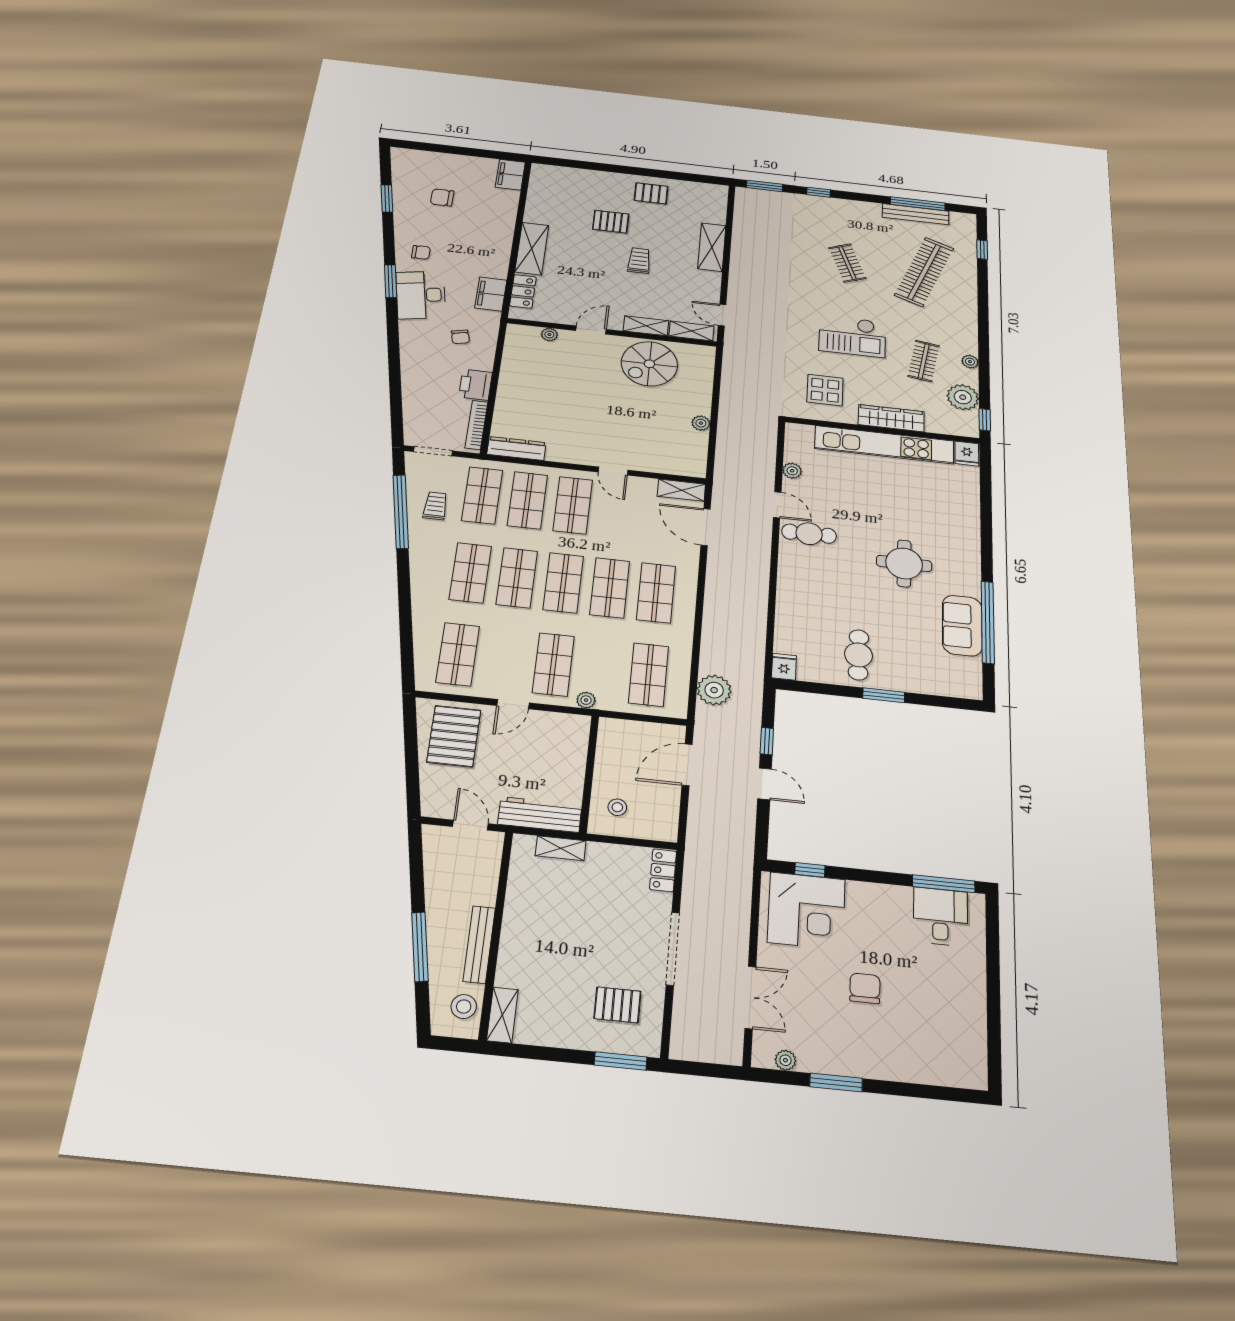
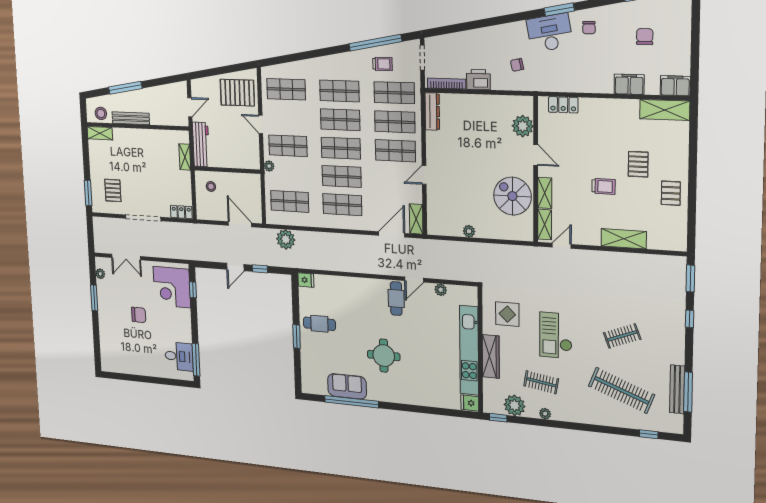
shelving: (532, 249) -> (665, 110), moved
filing cabinet: (491, 294) -> (629, 84), moved
plant: (549, 335) -> (523, 126), width x1.88, depth x1.88

